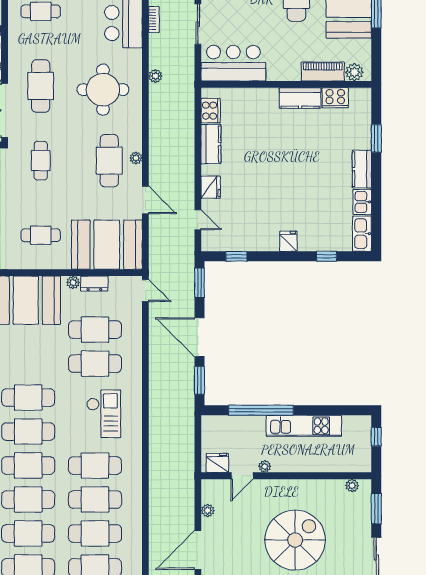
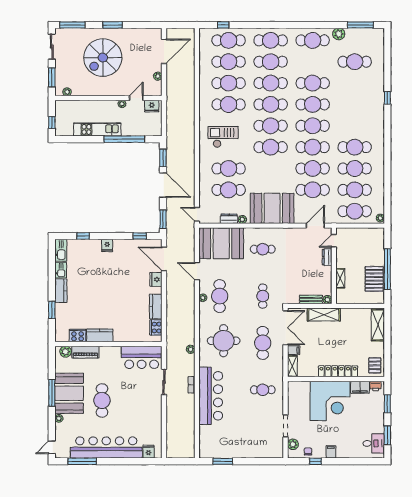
door: (198, 220) -> (164, 259), width x1.87
checkout: (104, 414) -> (223, 137), turned 90

